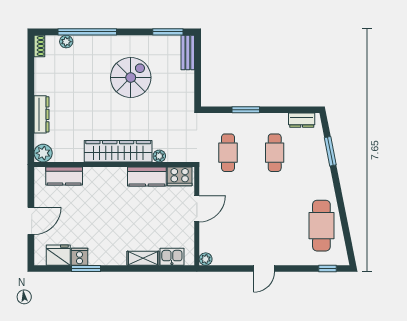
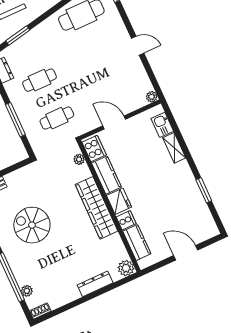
window: (246, 110) -> (15, 120), width x1.44
plant: (159, 156) -> (79, 159), moved
fridge: (58, 255) -> (119, 201), moved, turned 180
cooker: (79, 257) -> (126, 220), moved, turned 180

